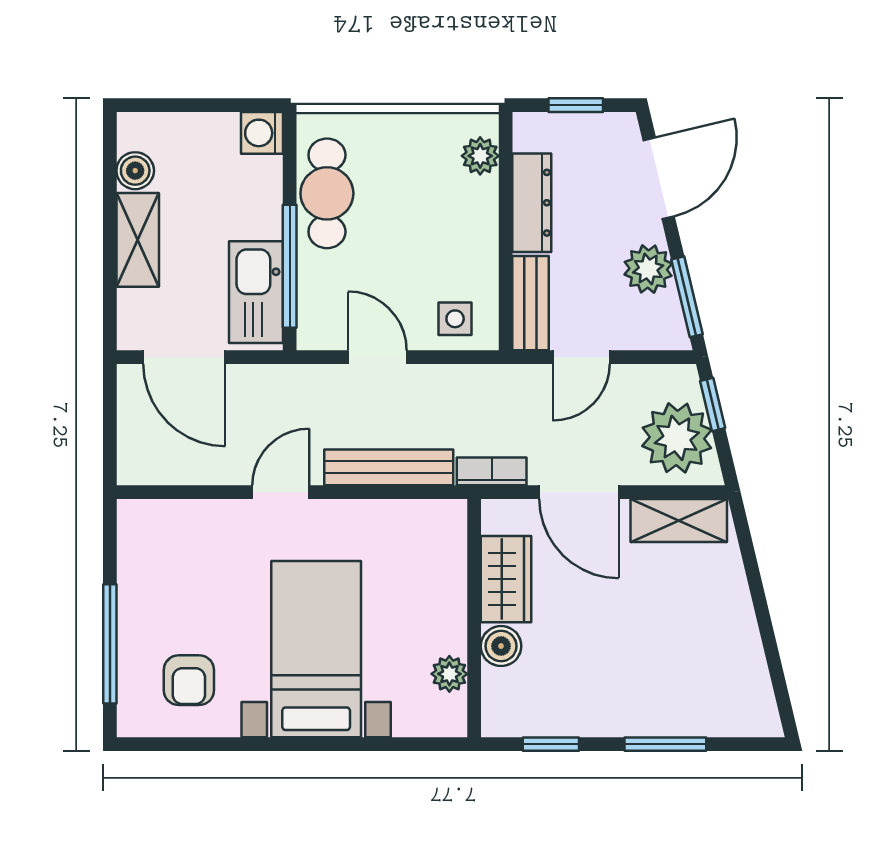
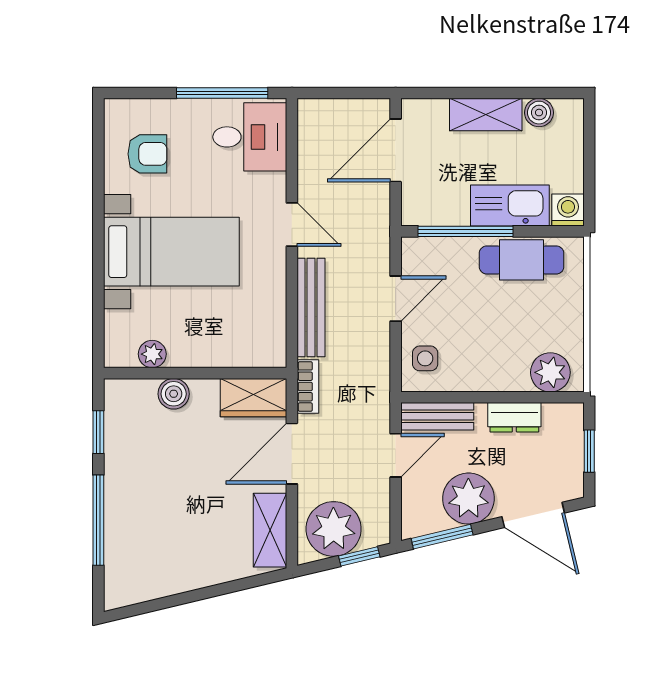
plant: (480, 156) -> (550, 372), width x1.38, depth x1.38
dresser: (532, 203) -> (514, 417), width x0.70
plant: (648, 269) -> (468, 499), width x1.36, depth x1.36
kitchen sink: (256, 292) -> (510, 205), moved
door: (581, 357) -> (396, 455), swing flipped
desk: (167, 547) -> (250, 137), added
wardrobe: (506, 579) -> (254, 398), moved
window: (110, 644) -> (222, 93), moved
armchair: (189, 680) -> (147, 154), turned 180
window: (665, 744) -> (98, 520), width x1.44

